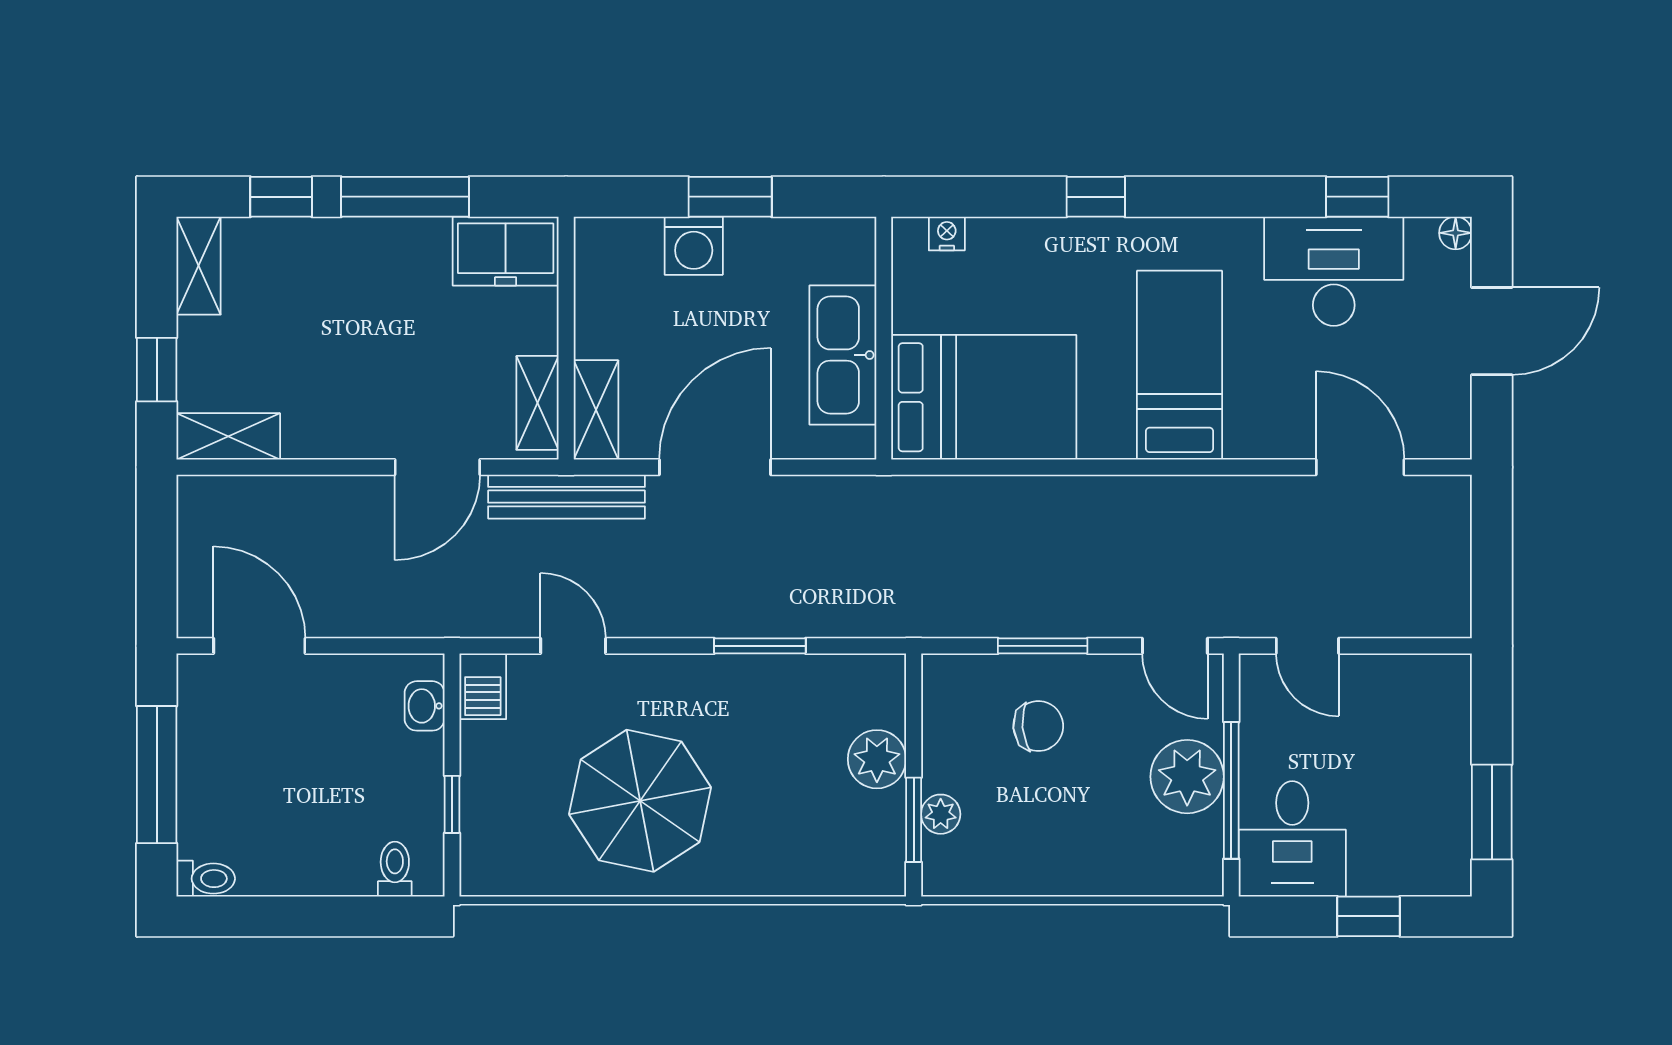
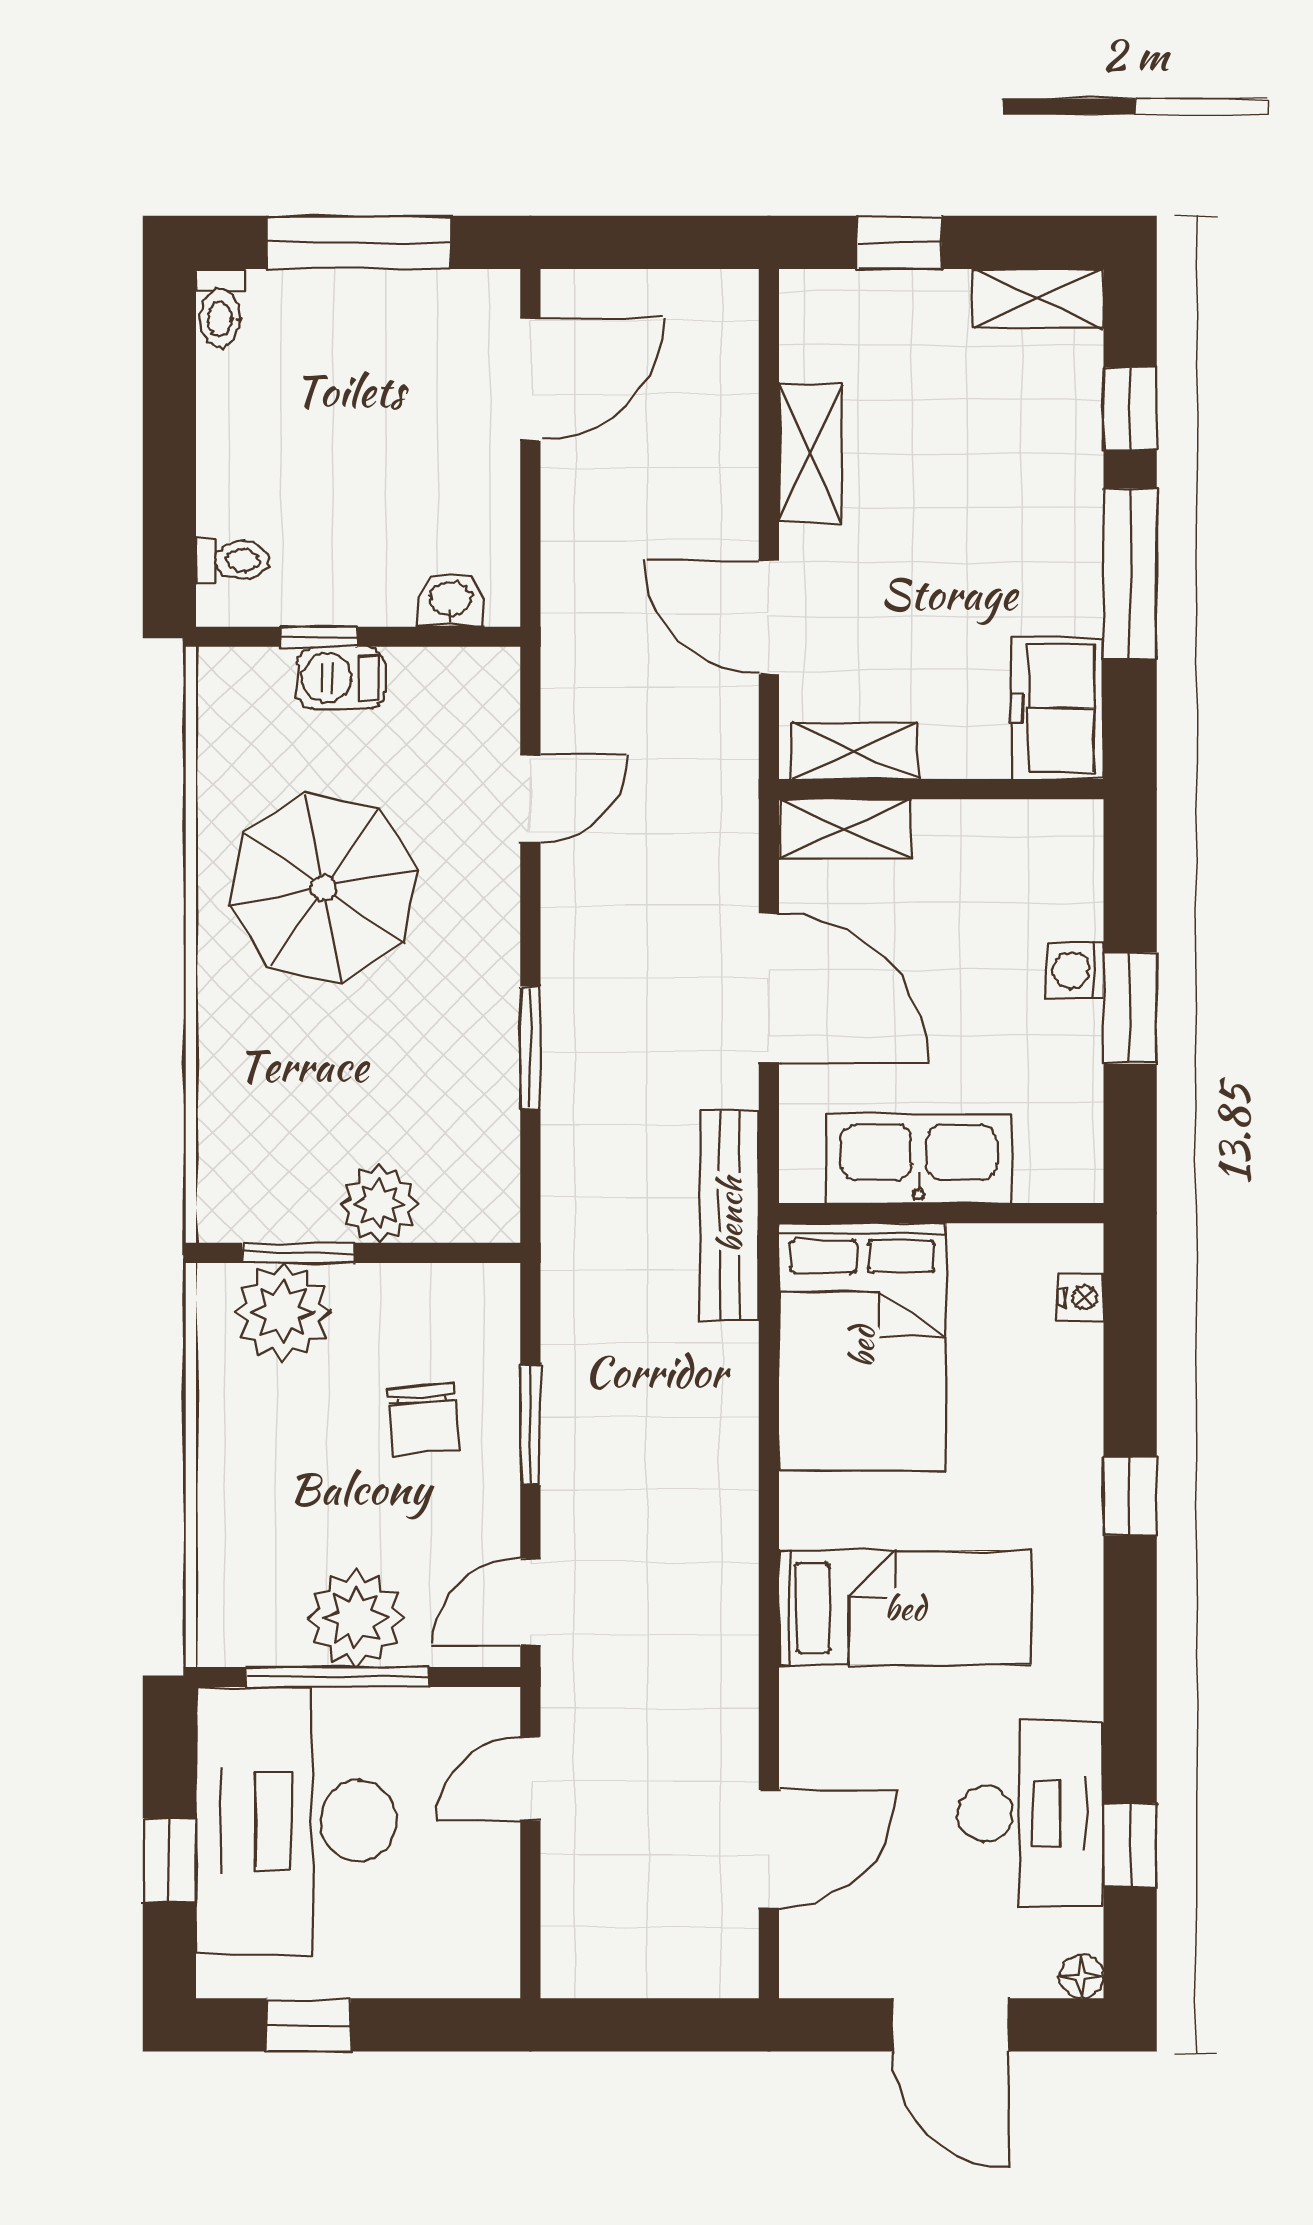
washing machine: (694, 246) -> (1075, 970), width x0.73, depth x0.73
shelving: (228, 436) -> (810, 453), moved
bench: (566, 497) -> (730, 1215), moved
barbecue: (483, 686) -> (341, 678), moved
window: (1492, 812) -> (309, 2025), width x0.67
plant: (941, 814) -> (283, 1312), width x1.87, depth x1.87
desk: (1292, 839) -> (296, 1821), width x1.87, depth x1.30

